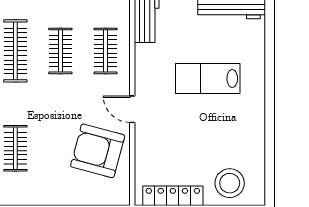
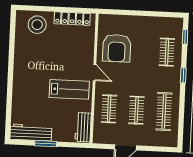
lab bench: (208, 79) -> (69, 89), moved
armchair: (98, 151) -> (117, 48), turned 75

